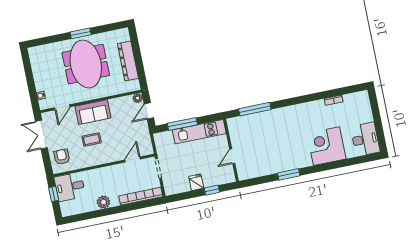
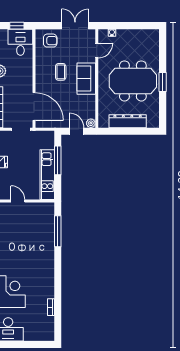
door: (62, 107) -> (97, 51), swing flipped
door: (133, 159) -> (34, 107), width x1.87

